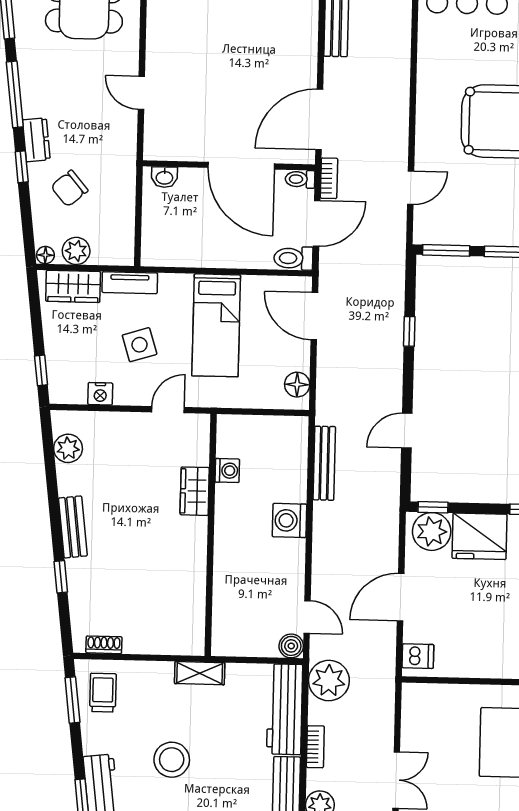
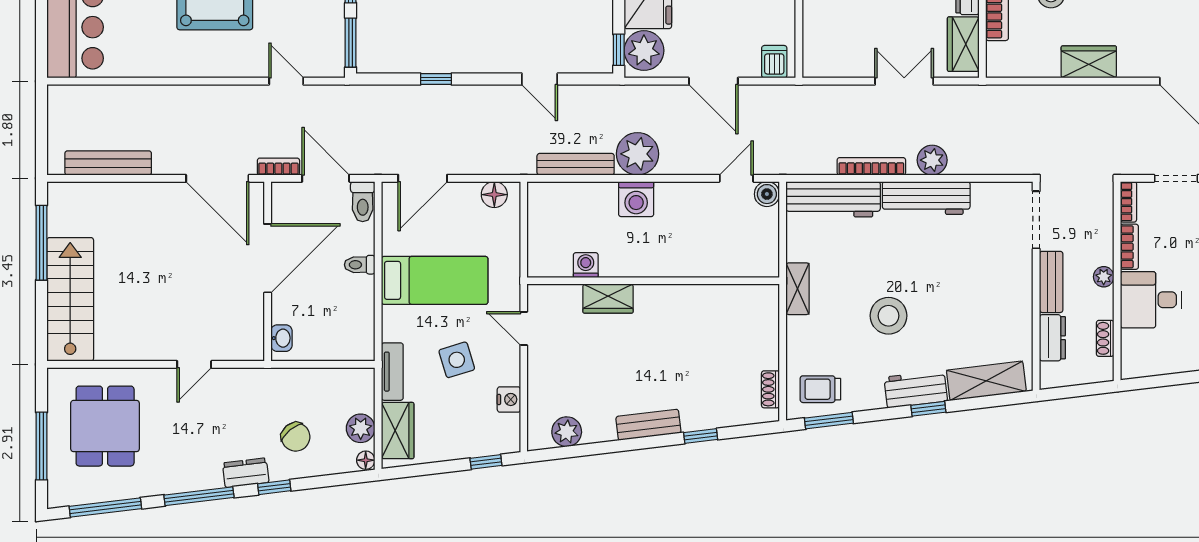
toilet: (300, 179) -> (360, 265), moved, turned 90
plant: (329, 681) -> (637, 154), moved
bookcase: (315, 747) -> (871, 166), width x1.56

